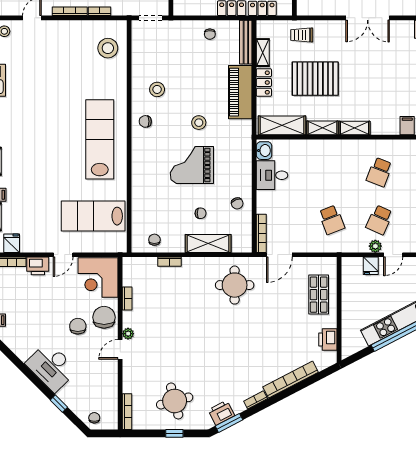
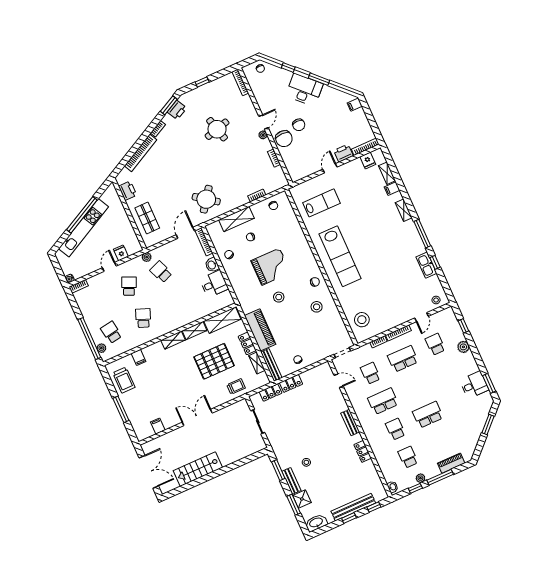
washbasin: (264, 151) -> (212, 265), moved
lab bench: (93, 216) -> (321, 203), width x0.73, depth x0.72
plant: (375, 246) -> (147, 257), moved
corner desk: (98, 278) -> (300, 163), removed
round table: (235, 285) -> (206, 199), turned 36
window: (27, 372) -> (319, 79), added
round table: (175, 401) -> (217, 129), moved

